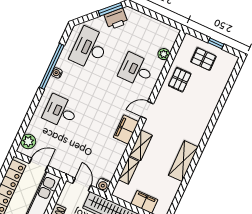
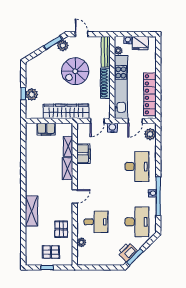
desk: (60, 111) -> (137, 167), width x1.37
filing cabinet: (126, 130) -> (83, 154), moved
shelving: (183, 161) -> (32, 211), moved
door: (82, 184) -> (97, 121), hinge flipped
water cooler: (103, 185) -> (112, 128), moved

